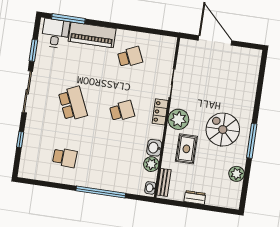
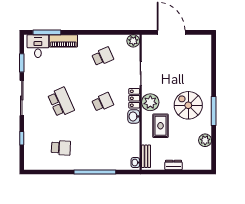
piano: (92, 35) -> (63, 41), width x0.73, depth x0.75
washbasin: (154, 148) -> (134, 116), moved
plant: (151, 164) -> (133, 41), moved

